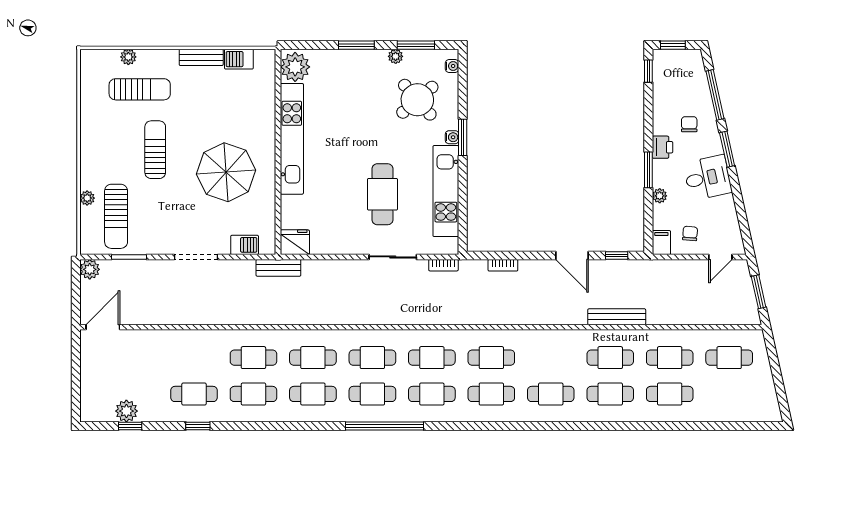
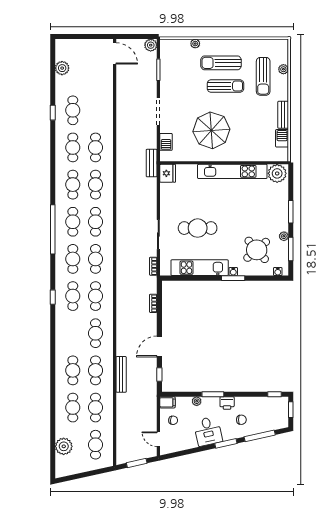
sun lounger: (116, 216) -> (221, 63), moved
cafe table: (551, 394) -> (96, 333), moved
plant: (732, 408) -> (64, 446), added
window: (130, 426) -> (53, 297), moved

